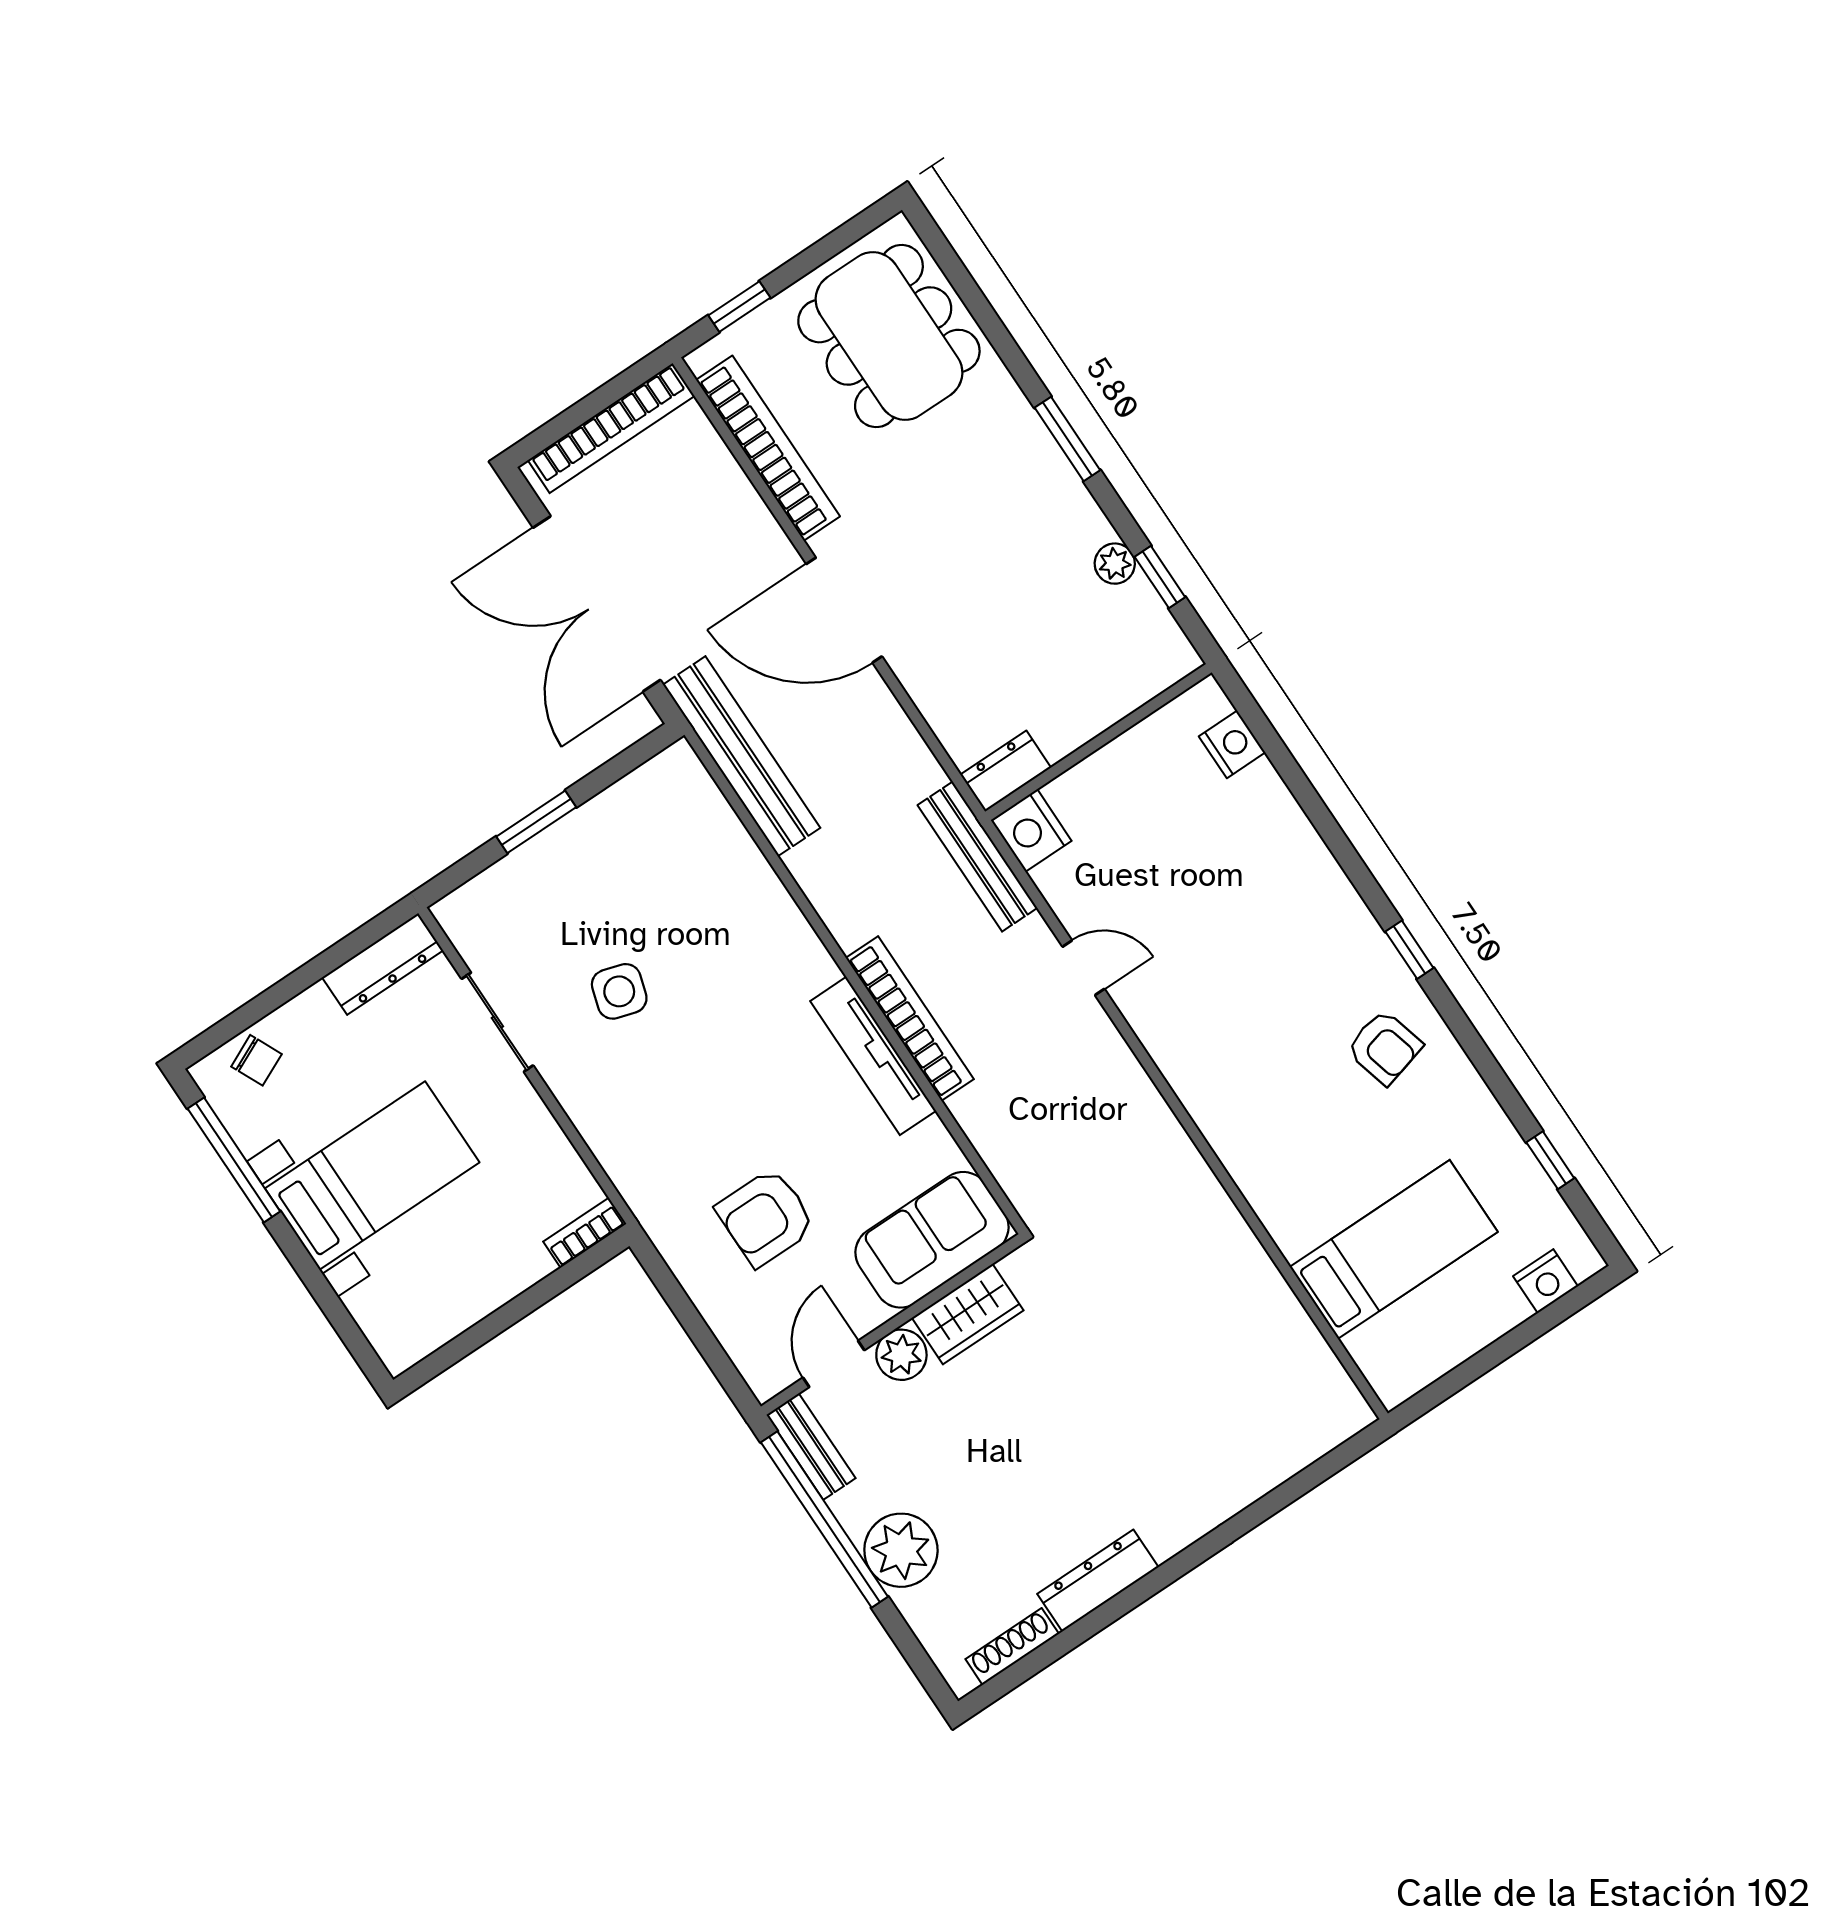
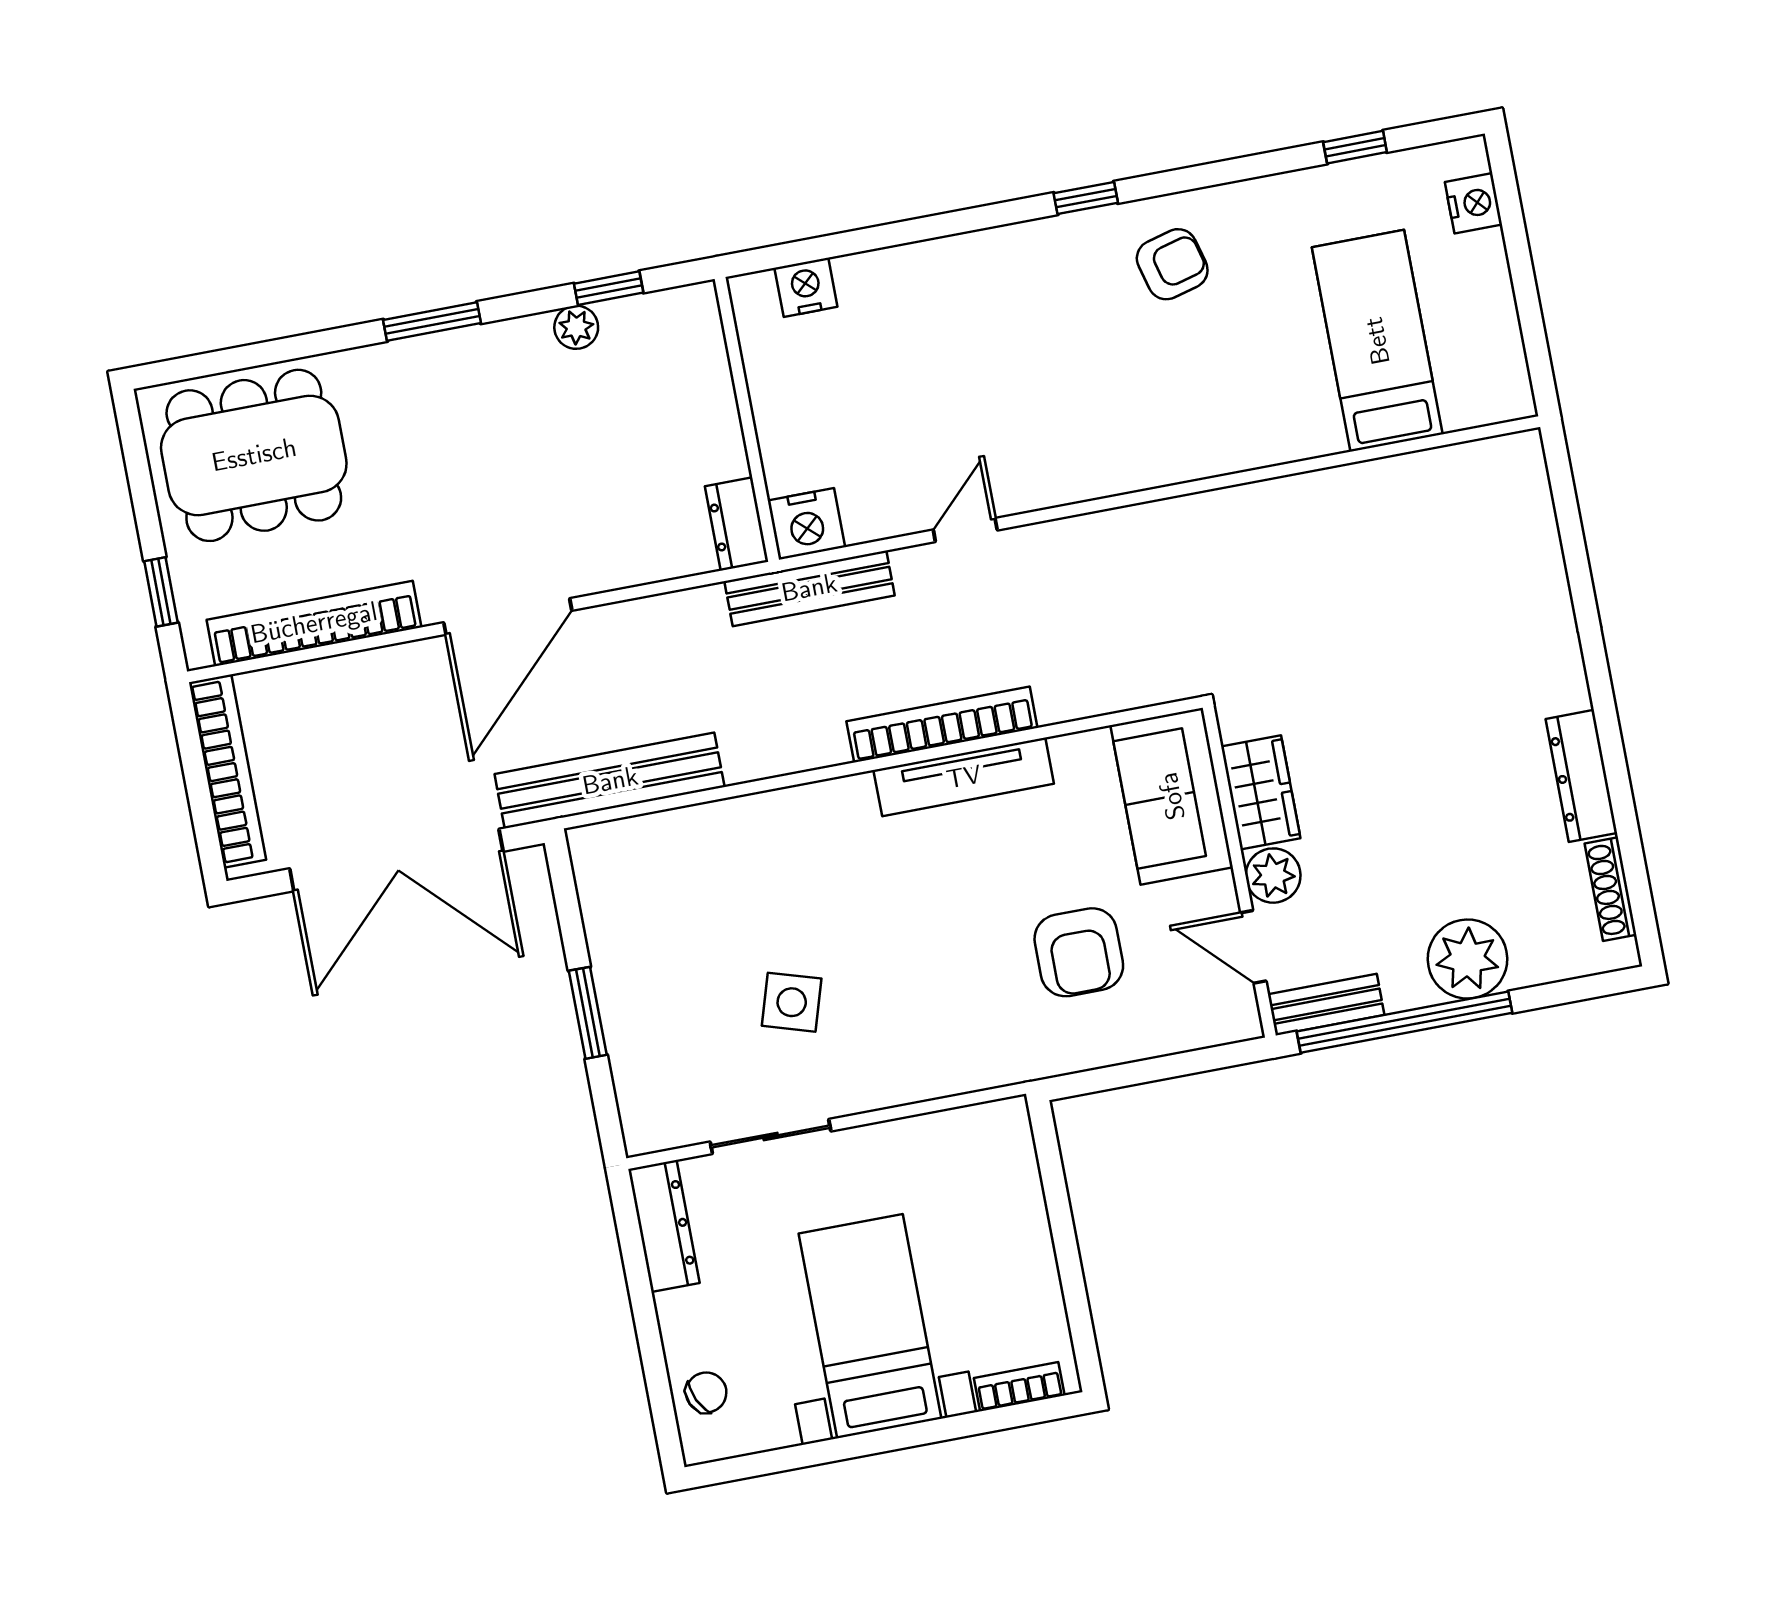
window: (234, 1160) -> (796, 1457), removed
bookcase: (585, 1233) -> (1019, 1387), moved, turned 90

